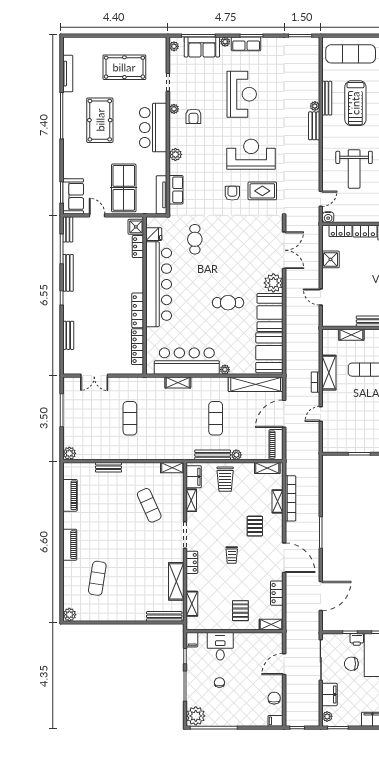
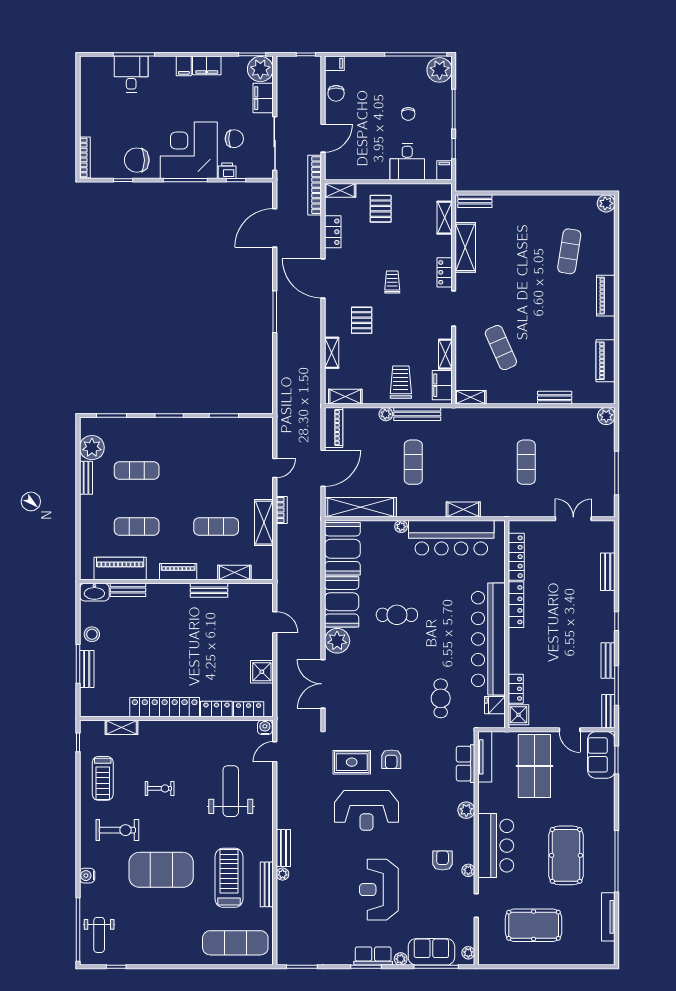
bench: (68, 273) -> (608, 660), width x0.73
bookcase: (290, 498) -> (315, 185), moved
bench: (164, 616) -> (475, 201), width x0.73
plant: (327, 716) -> (260, 69), width x1.88, depth x1.88

